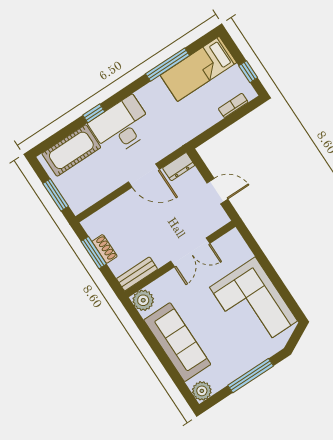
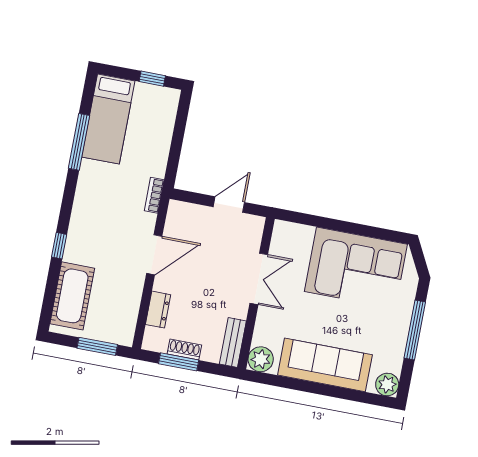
bookcase: (233, 105) -> (154, 195), moved
desk: (121, 126) -> (93, 233), removed
dresser: (179, 167) -> (158, 310), moved

